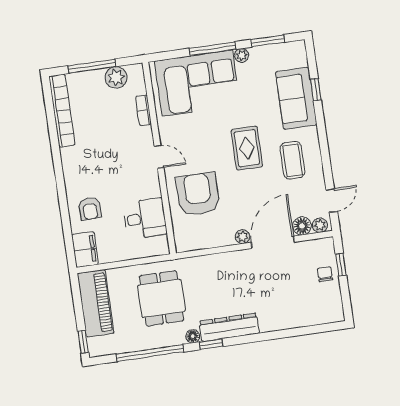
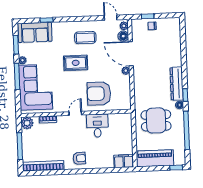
plant: (116, 77) -> (27, 123), moved
sofa: (296, 98) -> (35, 32), moved
armchair: (90, 209) -> (79, 158), moved
desk: (145, 219) -> (97, 126), moved

